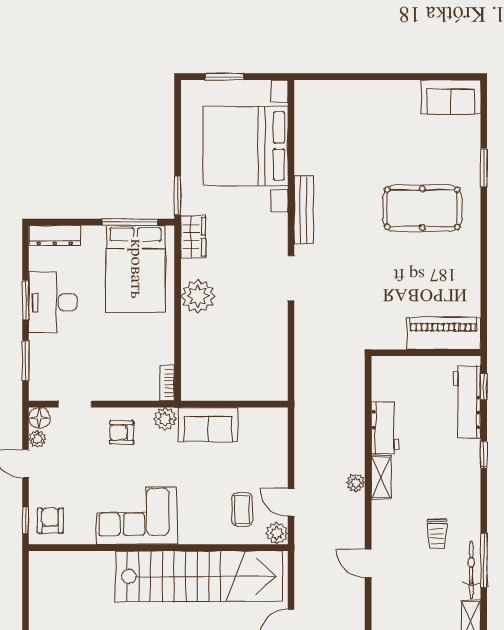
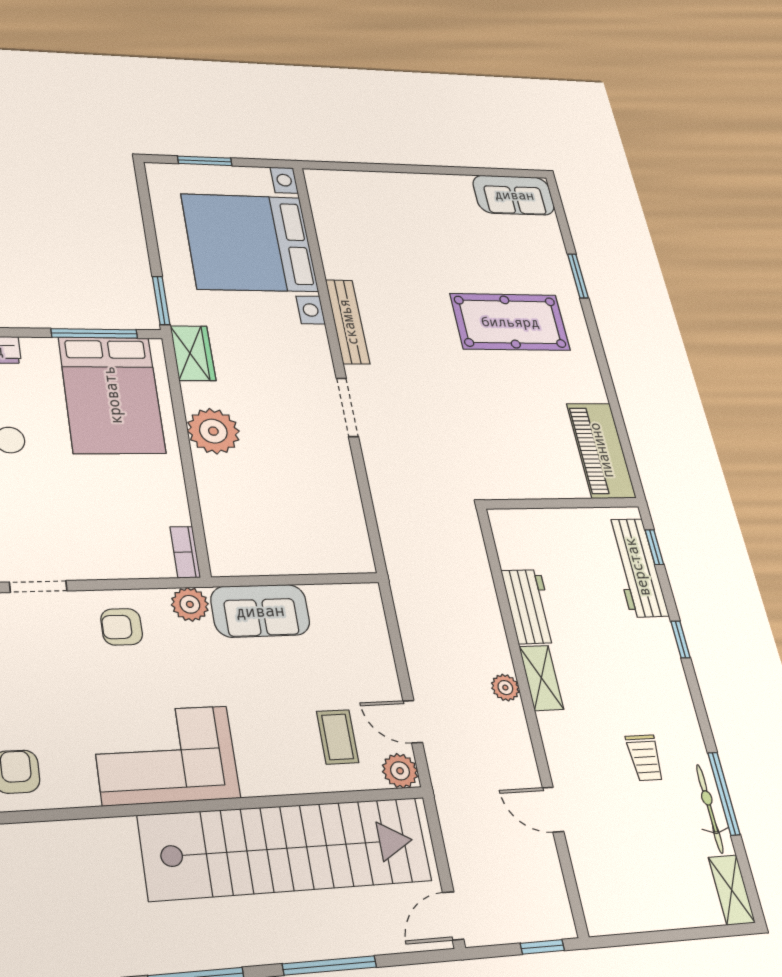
piano: (443, 333) -> (601, 450), moved, turned -90

